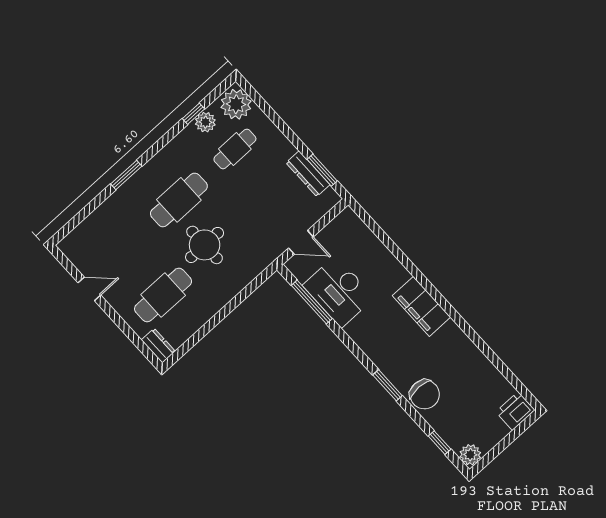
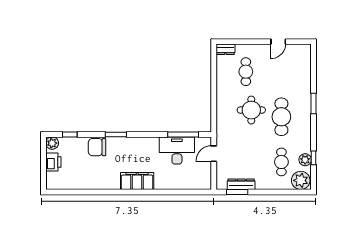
cafe table: (163, 295) -> (246, 72), width x0.73, depth x0.74
printer: (515, 411) -> (53, 162), moved

